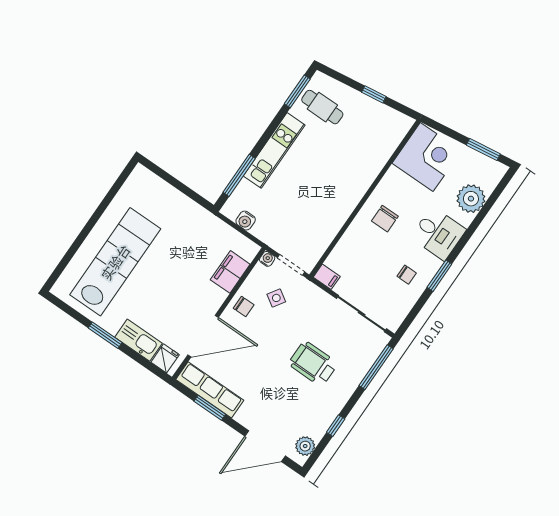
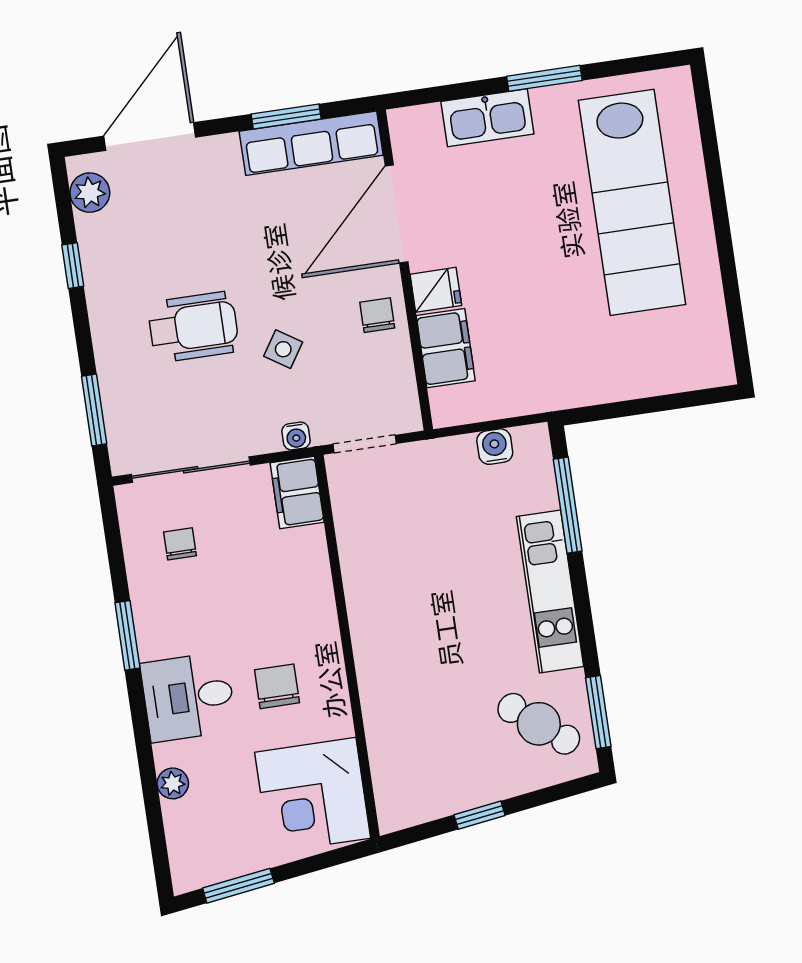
cafe table: (322, 107) -> (539, 724), turned 39
plant: (471, 199) -> (173, 783), width x0.53, depth x0.53
chair: (385, 219) -> (277, 686), moved
water cooler: (267, 259) -> (296, 436), moved
chair: (407, 275) -> (180, 544), moved, turned 90
filing cabinet: (327, 277) -> (297, 493), width x2.00
side table: (276, 298) -> (283, 349), moved
chair: (244, 307) -> (377, 315), turned 90
fridge: (165, 358) -> (436, 290), moved, turned -90
window: (376, 367) -> (94, 410), width x0.69

